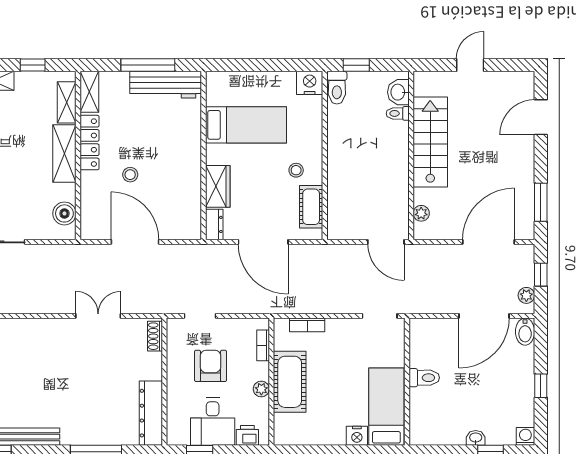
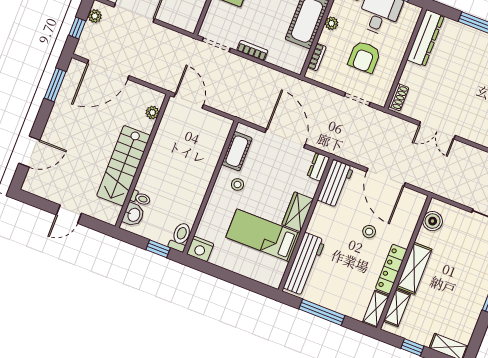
workbench: (166, 85) -> (304, 264), moved, turned 90
wardrobe: (218, 186) -> (298, 212), moved
workbench: (188, 213) -> (335, 184), added
bookcase: (307, 325) -> (252, 50), moved

